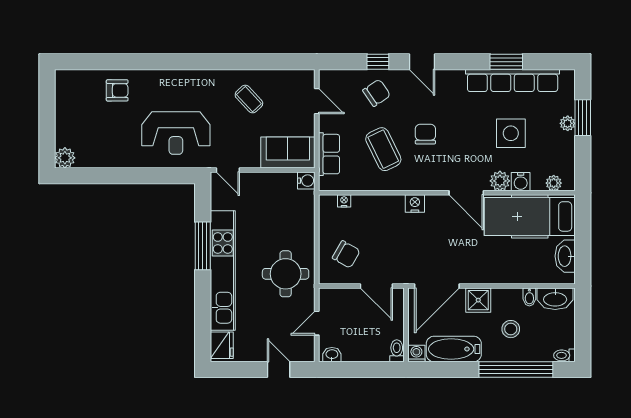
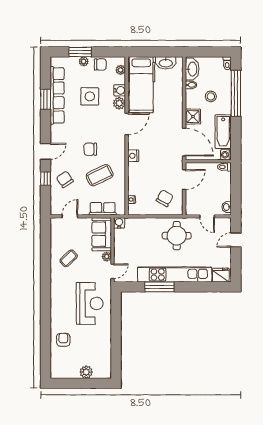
chair: (562, 150) -> (100, 64), added
plant: (65, 158) -> (86, 372), moved
plant: (252, 161) -> (107, 257), added

